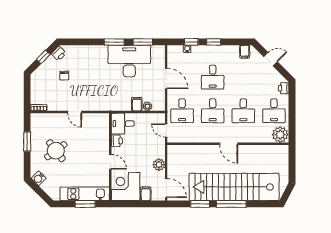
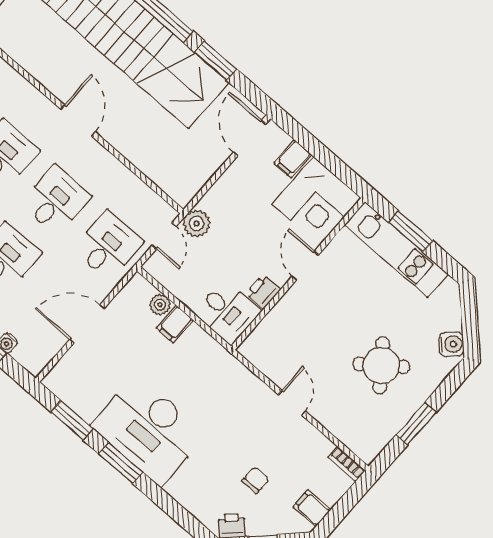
desk: (129, 61) -> (149, 430), moved
door: (166, 78) -> (87, 324), hinge flipped
filing cabinet: (37, 83) -> (312, 508), added
plant: (159, 165) -> (197, 223), moved

